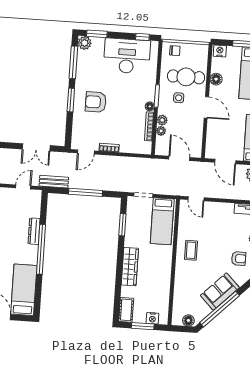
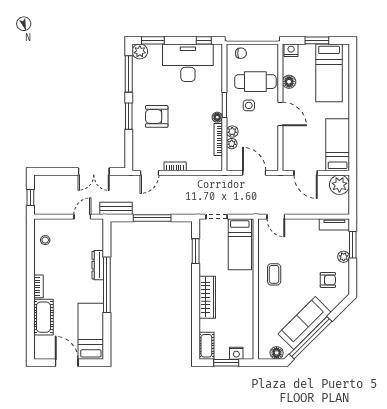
sofa: (220, 291) -> (305, 323), width x1.36

